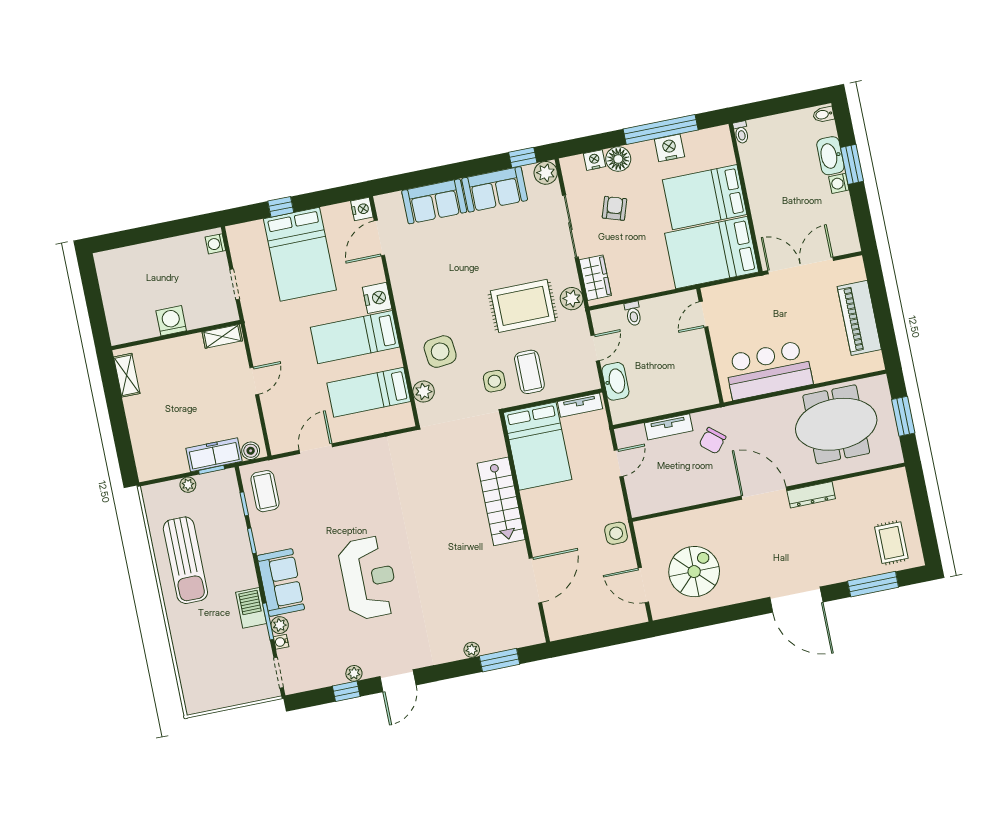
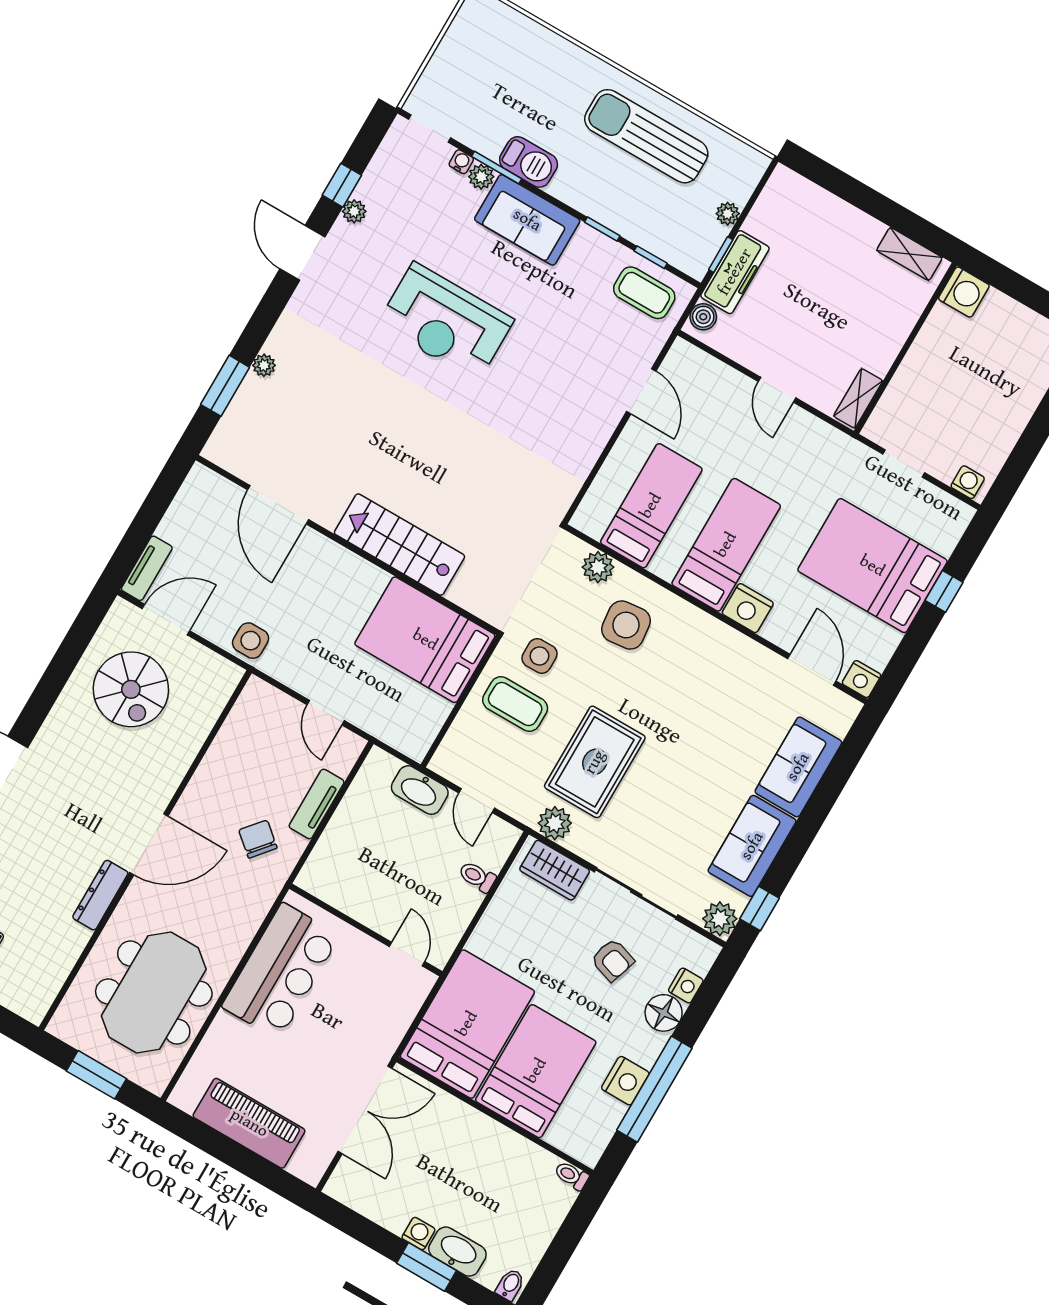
washing machine: (171, 321) -> (964, 292), moved
tv unit: (580, 405) -> (147, 568), moved, turned 180

